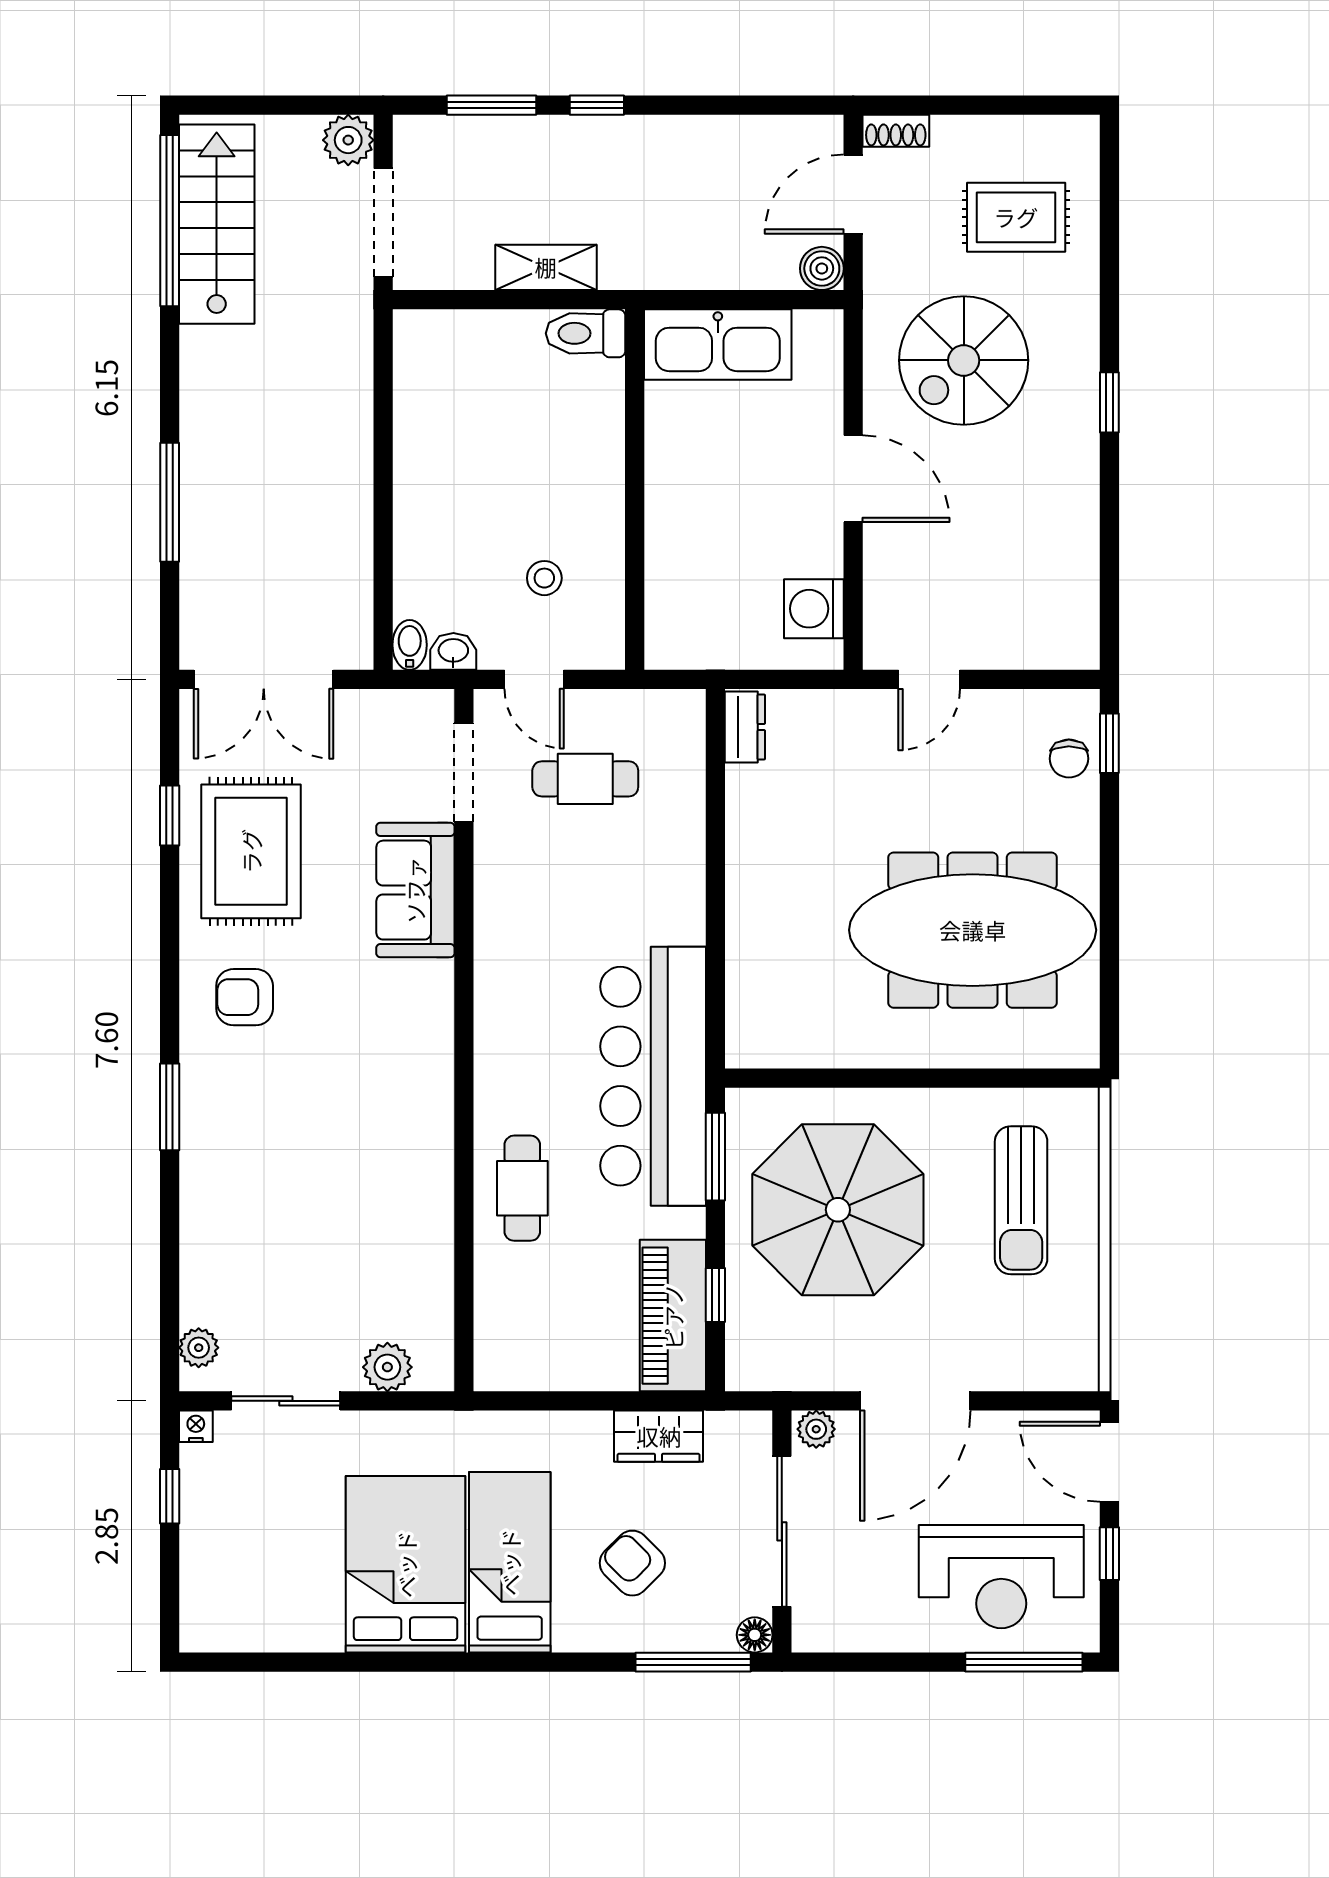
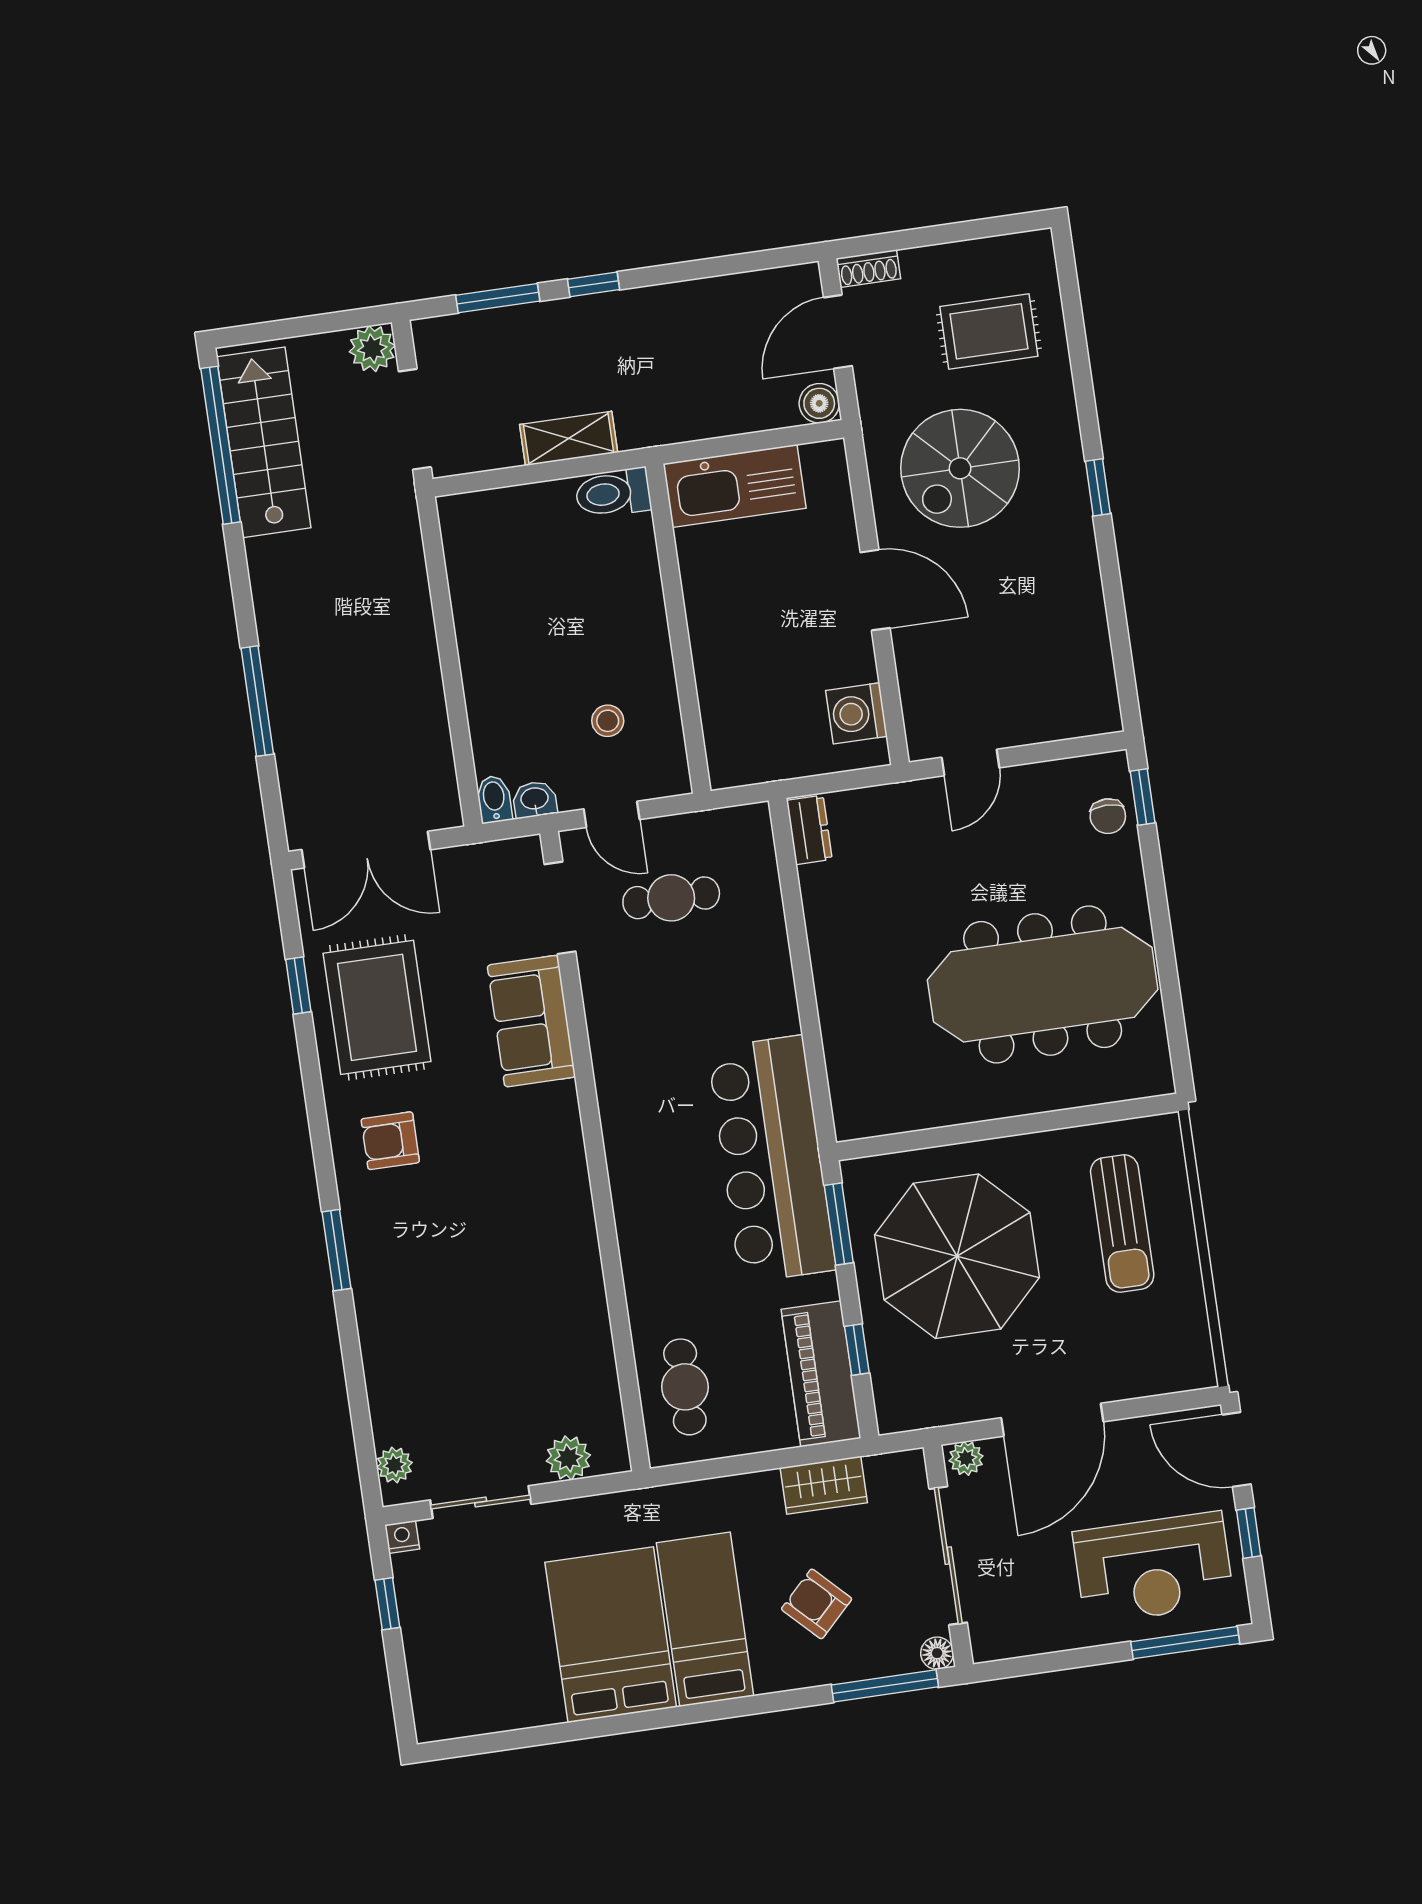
cafe table: (522, 1188) -> (685, 1387), moved

